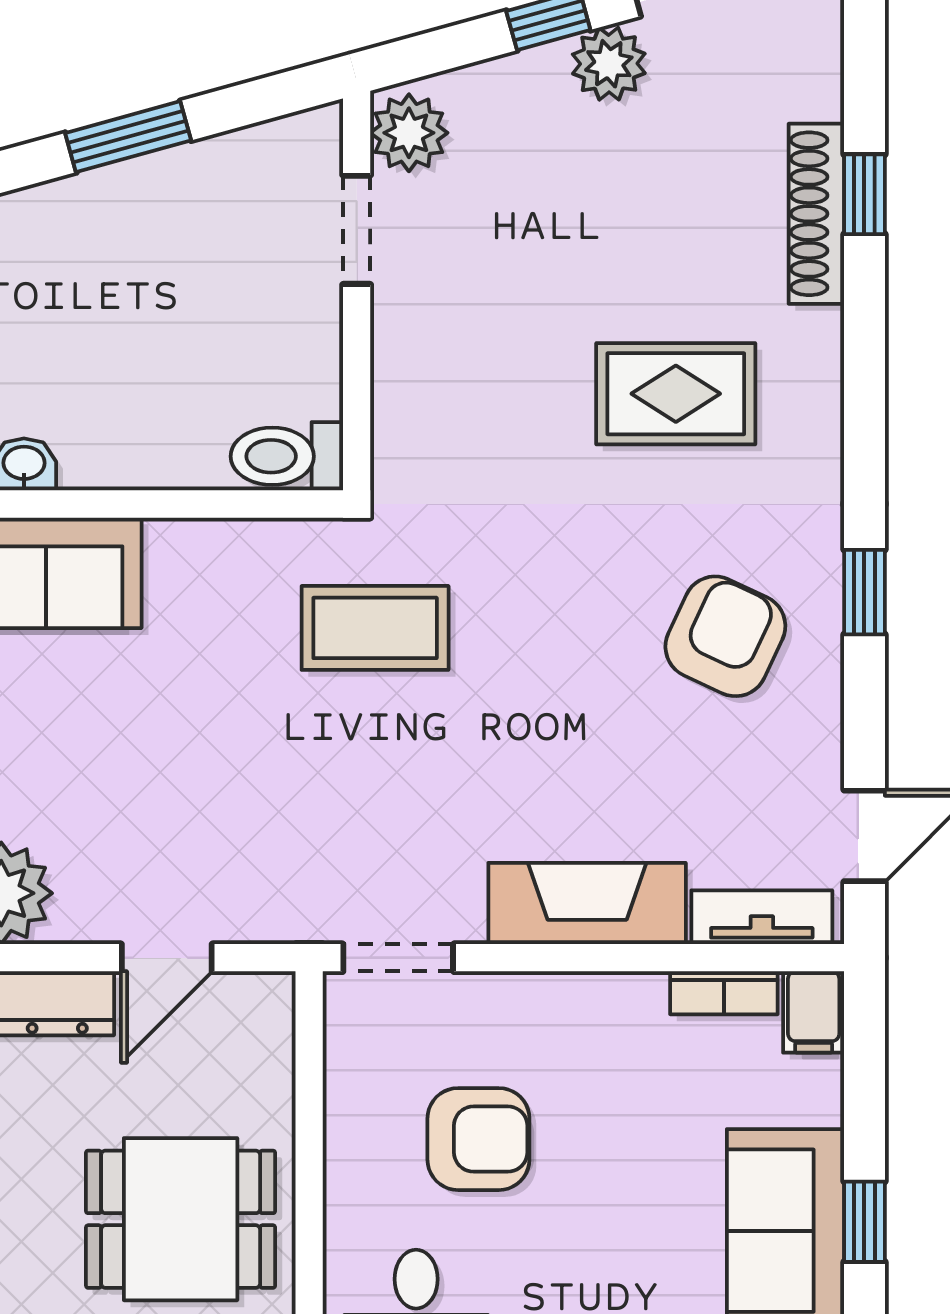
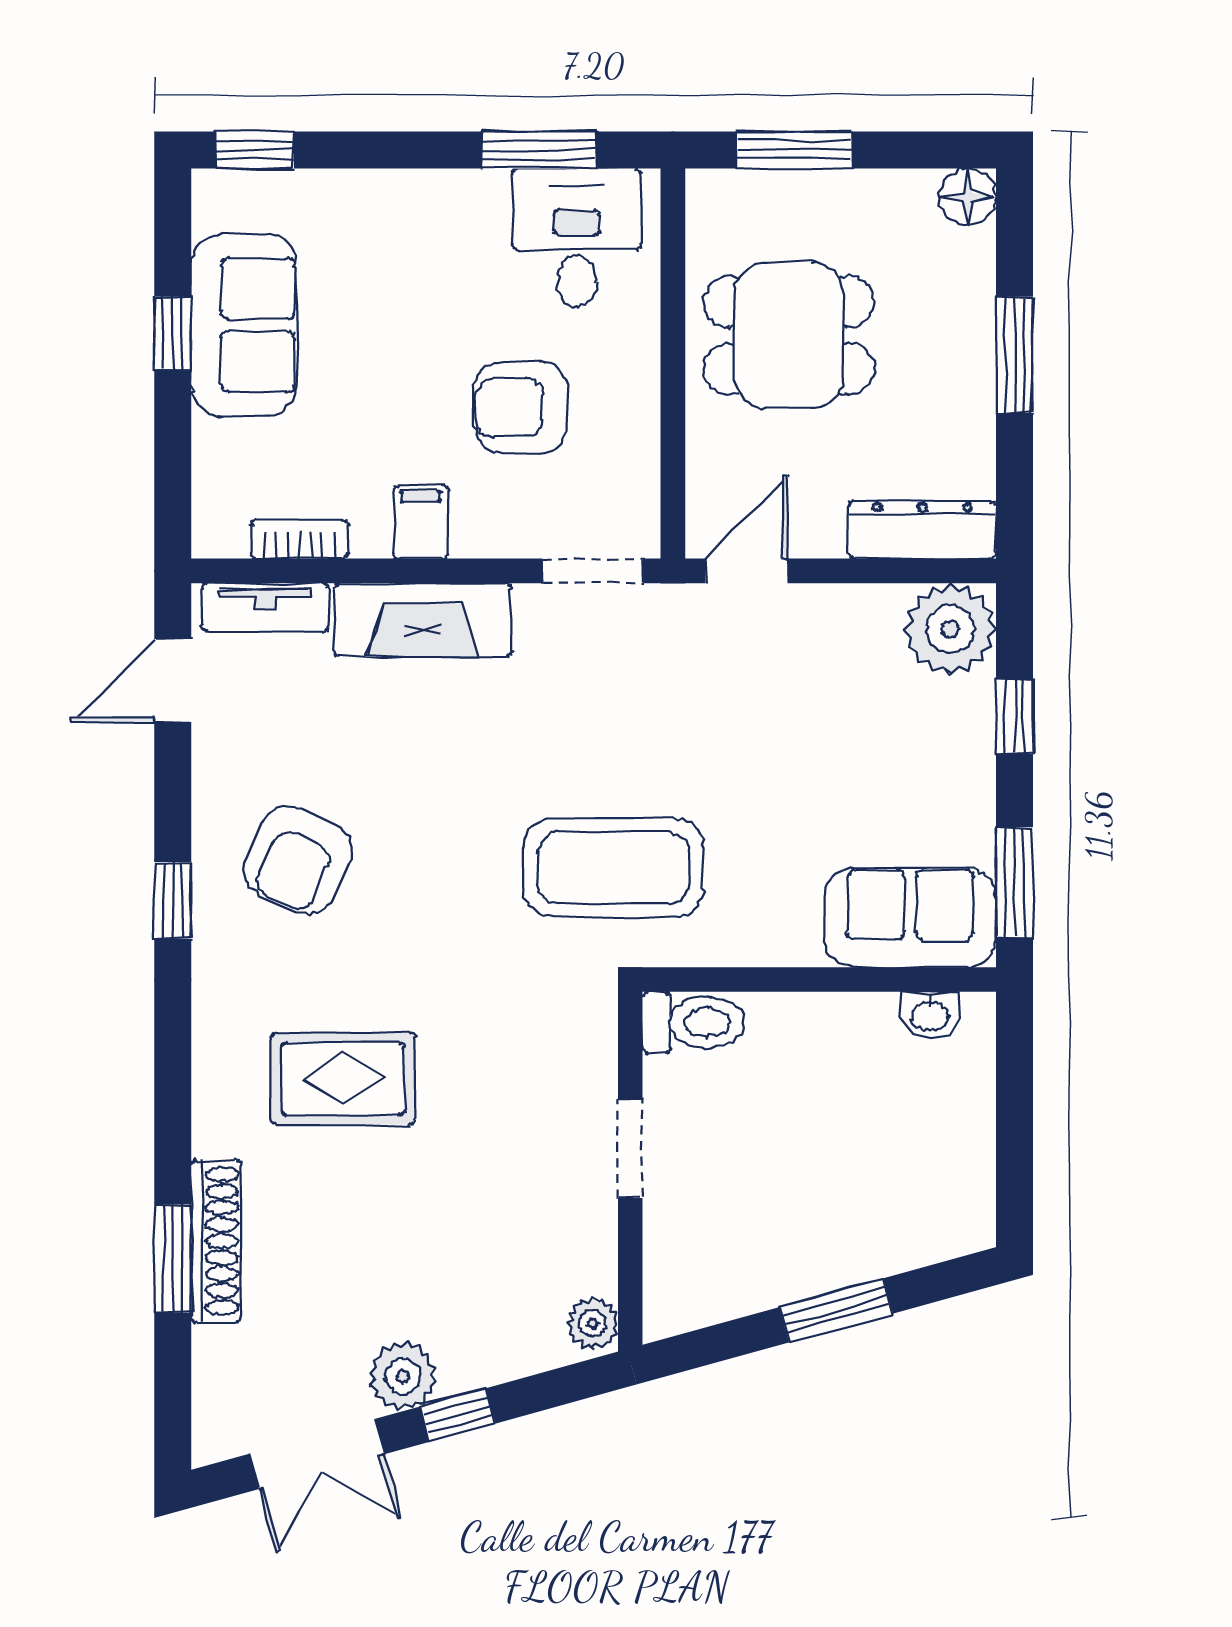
plant: (409, 133) -> (593, 1323), width x0.73, depth x0.73
window: (864, 194) -> (173, 1259), width x1.50
doorway: (357, 230) -> (630, 1149), moved
coffee table: (375, 628) -> (614, 868), width x1.36, depth x1.32
door: (167, 958) -> (747, 571), moved
filing cabinet: (814, 1012) -> (420, 522), moved

